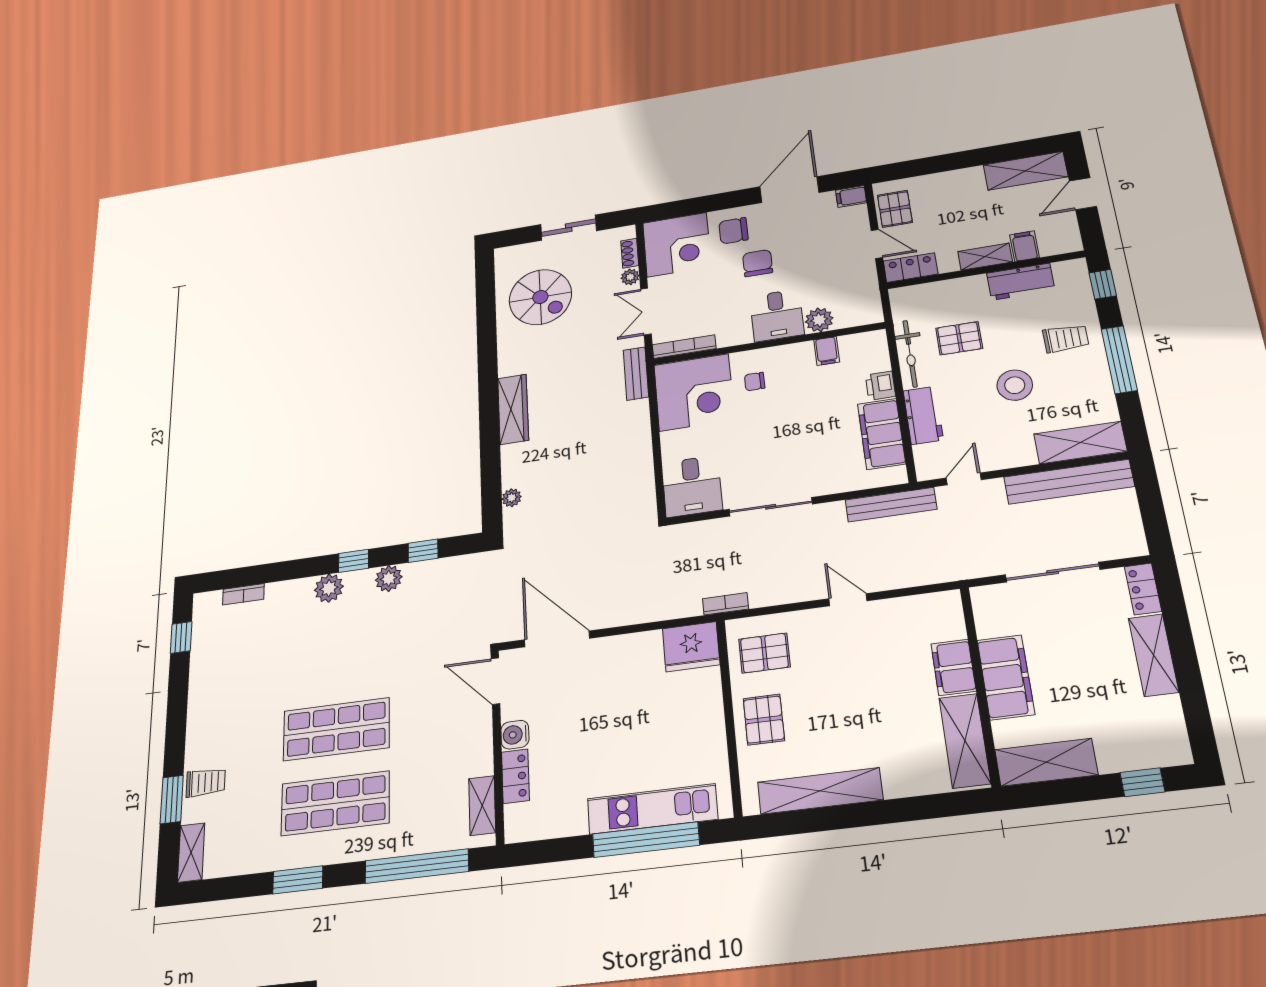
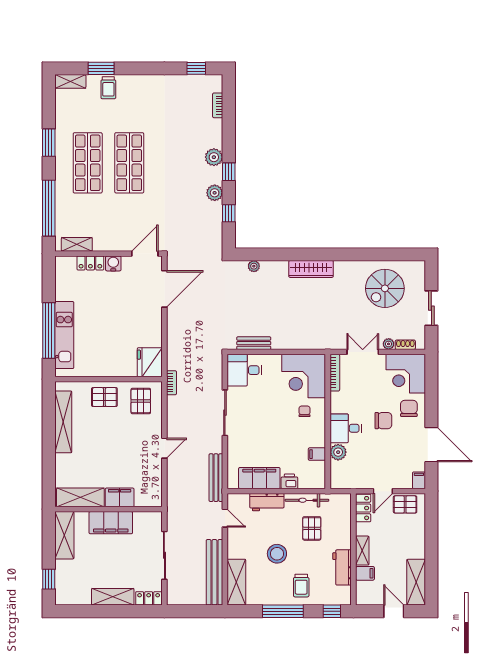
bench: (636, 374) -> (254, 343), moved

